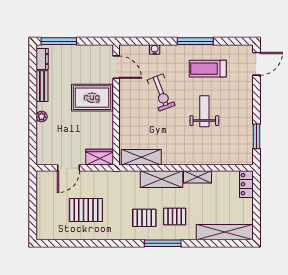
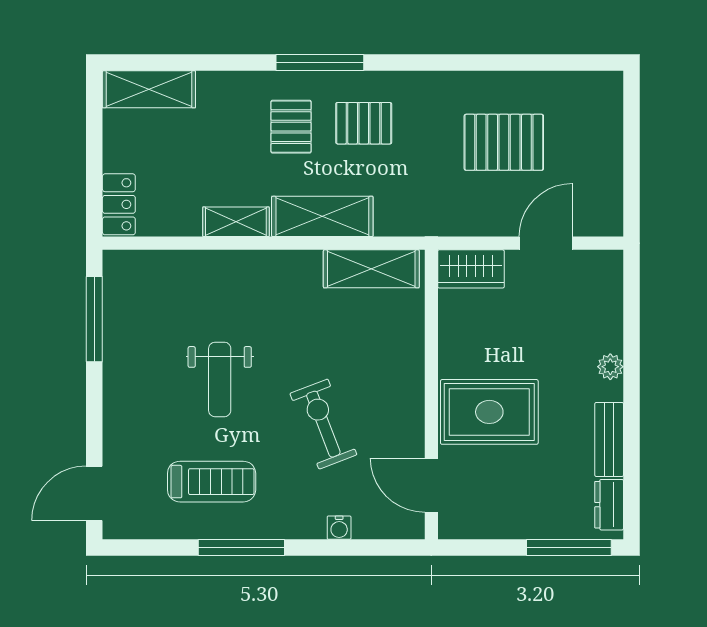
window: (257, 136) -> (94, 319), width x1.44
pallet: (175, 216) -> (291, 127), turned 90
shelving: (225, 232) -> (149, 89), width x0.68

